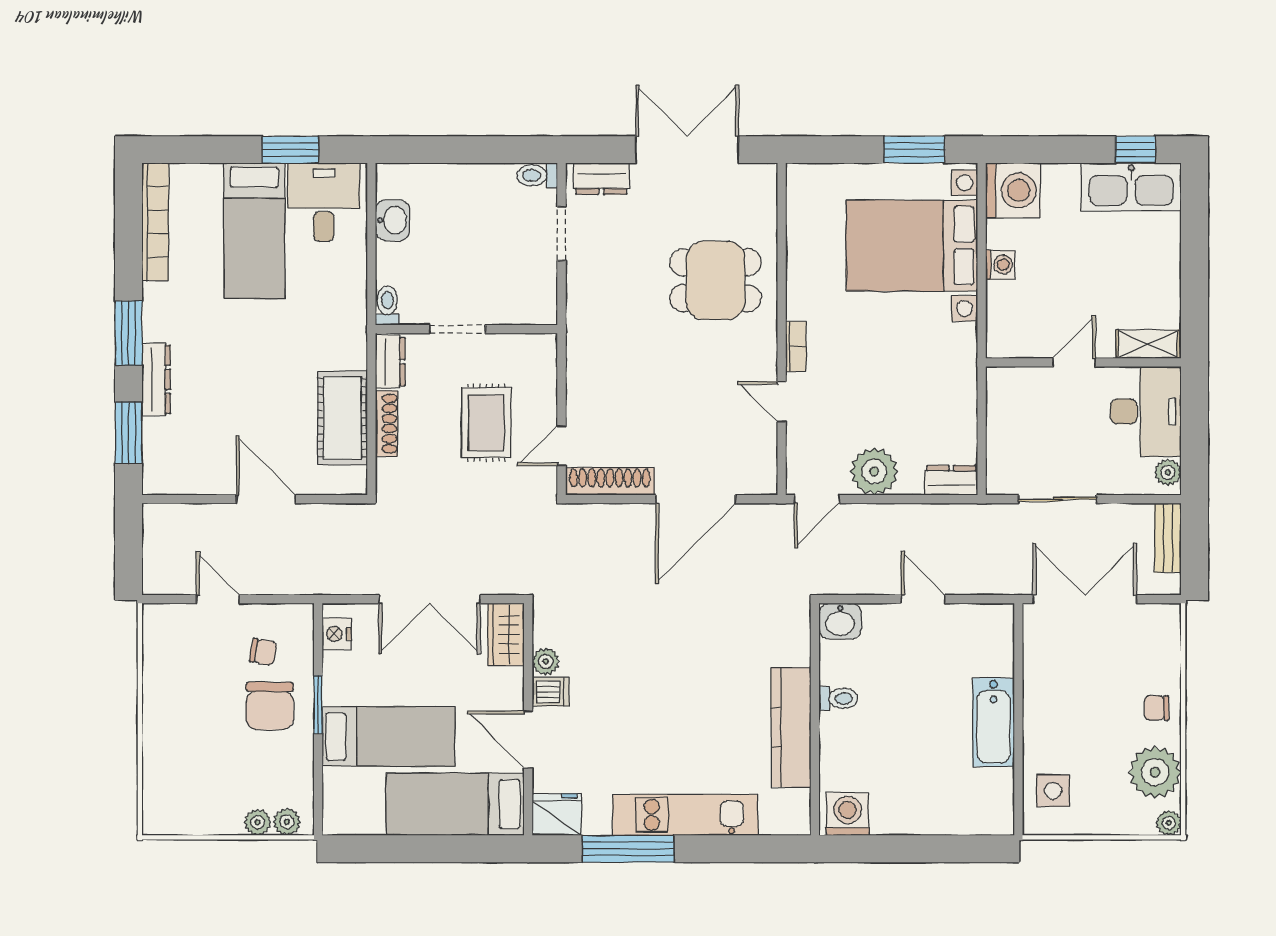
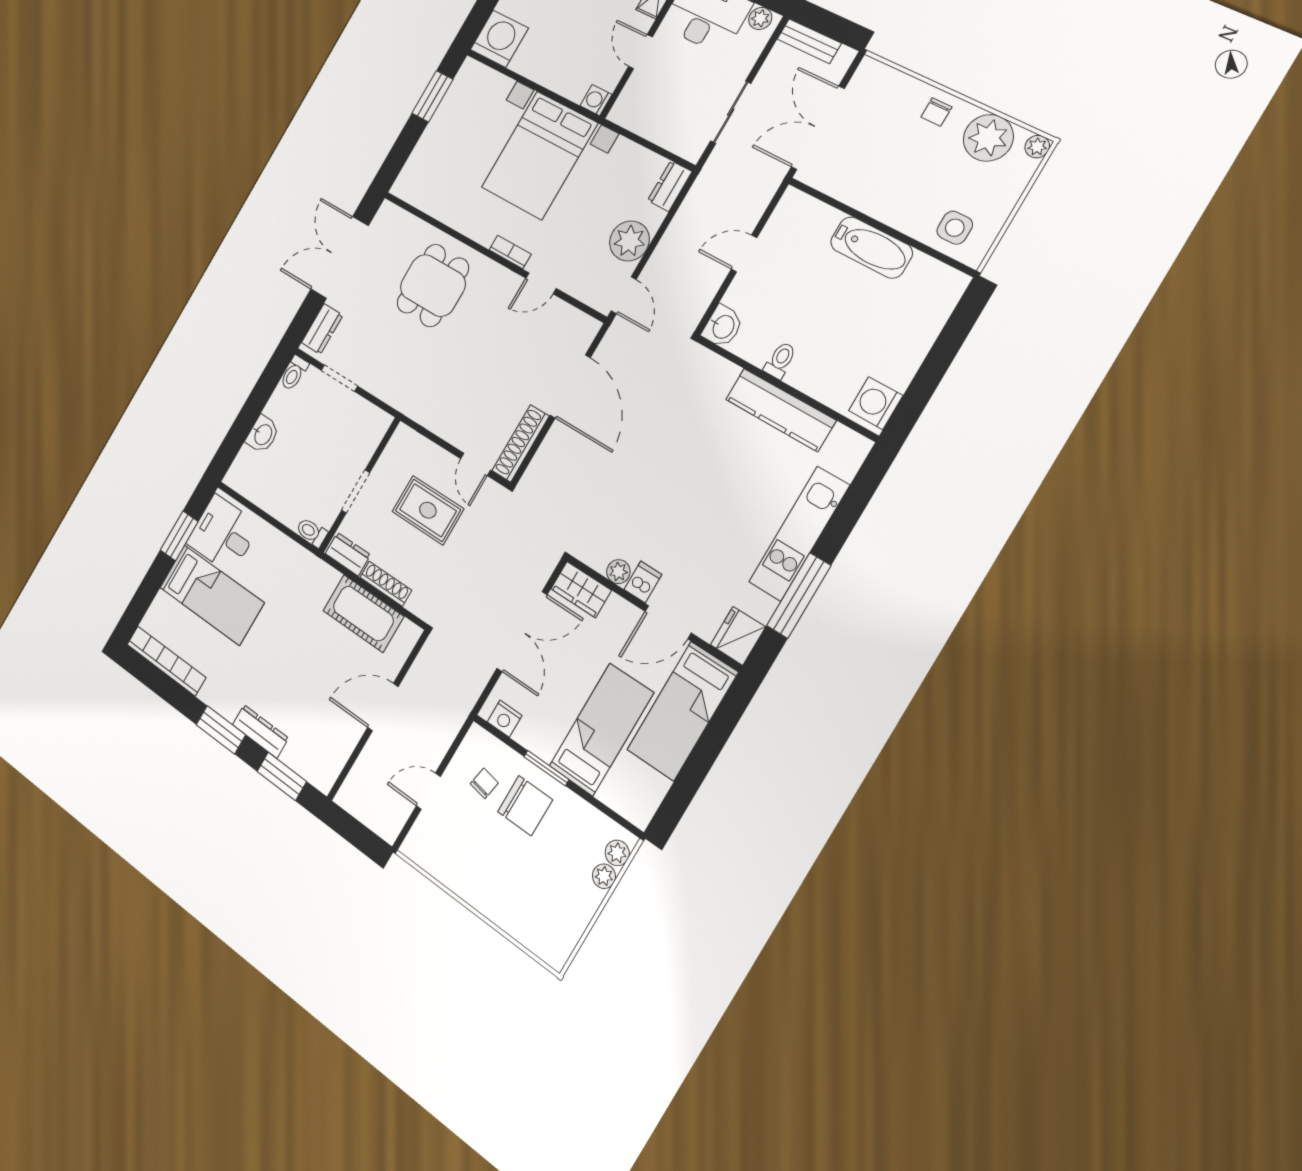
washbasin: (393, 220) -> (263, 434), moved, turned 90
bed with nightstands: (912, 246) -> (539, 155), moved
washing machine: (1000, 265) -> (596, 100), moved, turned -90

